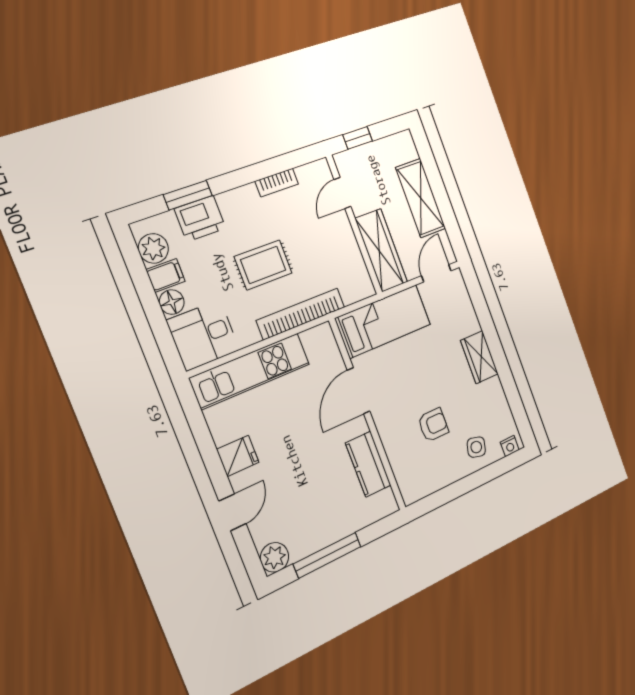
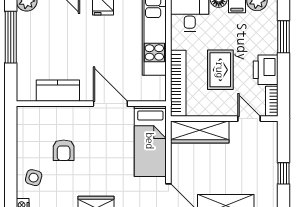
door: (342, 193) -> (249, 119), moved
printer: (200, 219) -> (266, 70), moved
wall: (354, 225) -> (224, 119), moved
wardrobe: (381, 250) -> (200, 132), moved

